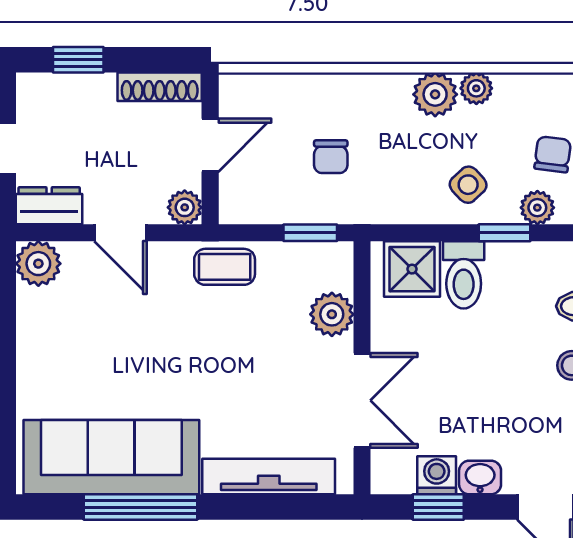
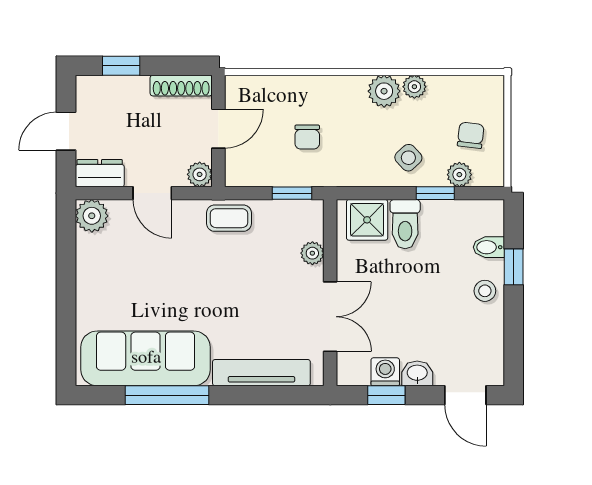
plant: (332, 314) -> (312, 253), width x0.73, depth x0.73

